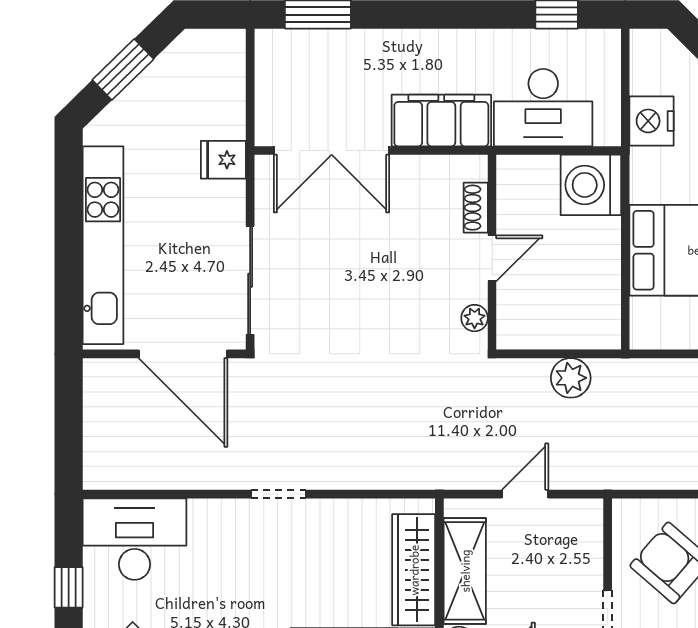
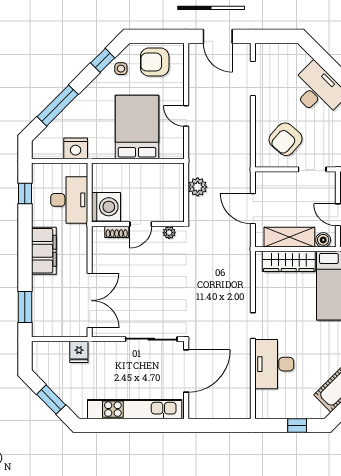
filing cabinet: (441, 121) -> (44, 251), moved, turned 180
fridge: (223, 160) -> (79, 352), moved
washing machine: (591, 185) -> (106, 207), moved, turned -90
door: (492, 258) -> (141, 224), swing flipped
door: (525, 494) -> (253, 209), width x1.38
desk: (135, 539) -> (274, 364), moved

